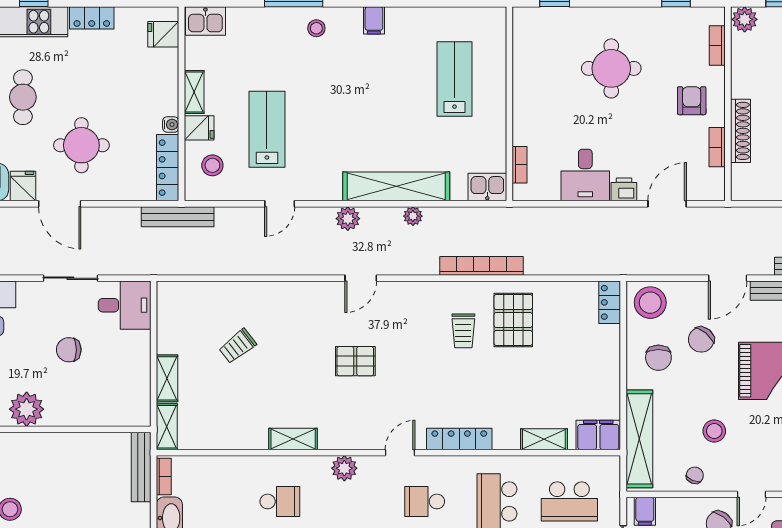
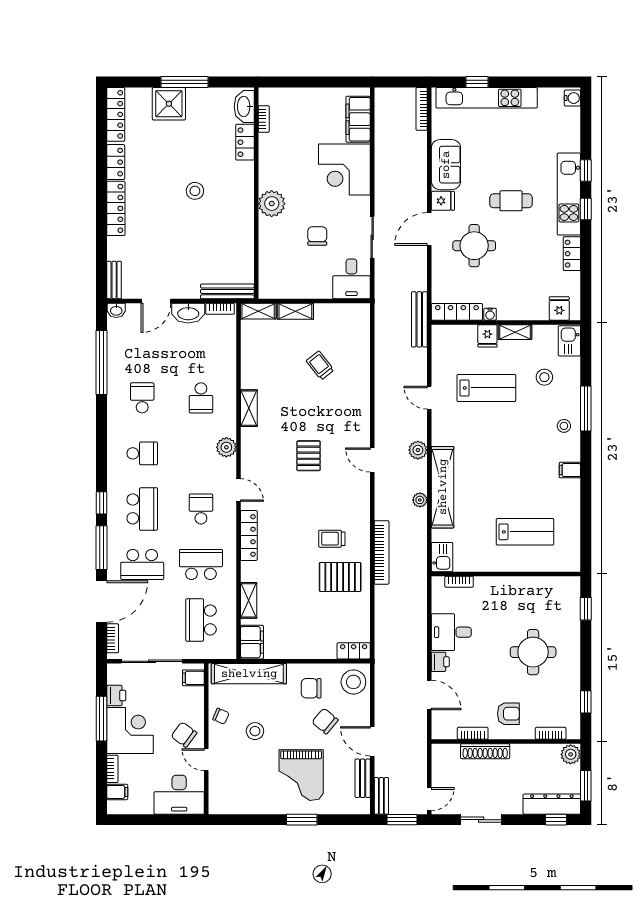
stool: (212, 165) -> (544, 377), moved

